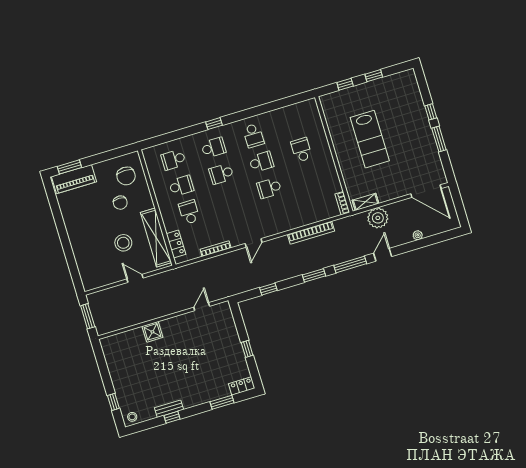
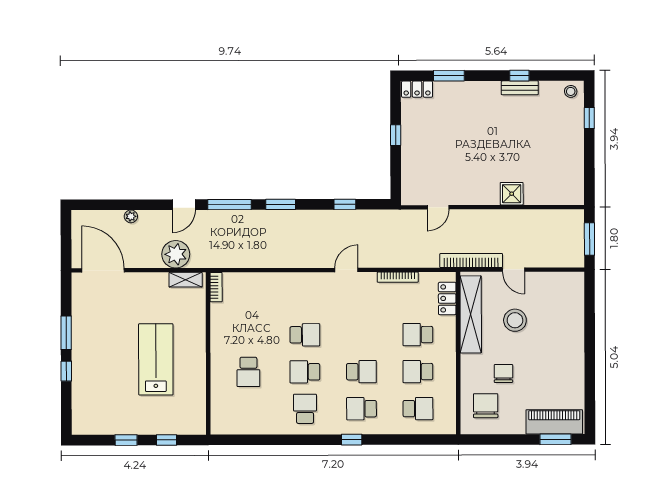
school desk: (189, 212) -> (418, 335), turned 90
bookcase: (311, 233) -> (471, 261), moved

